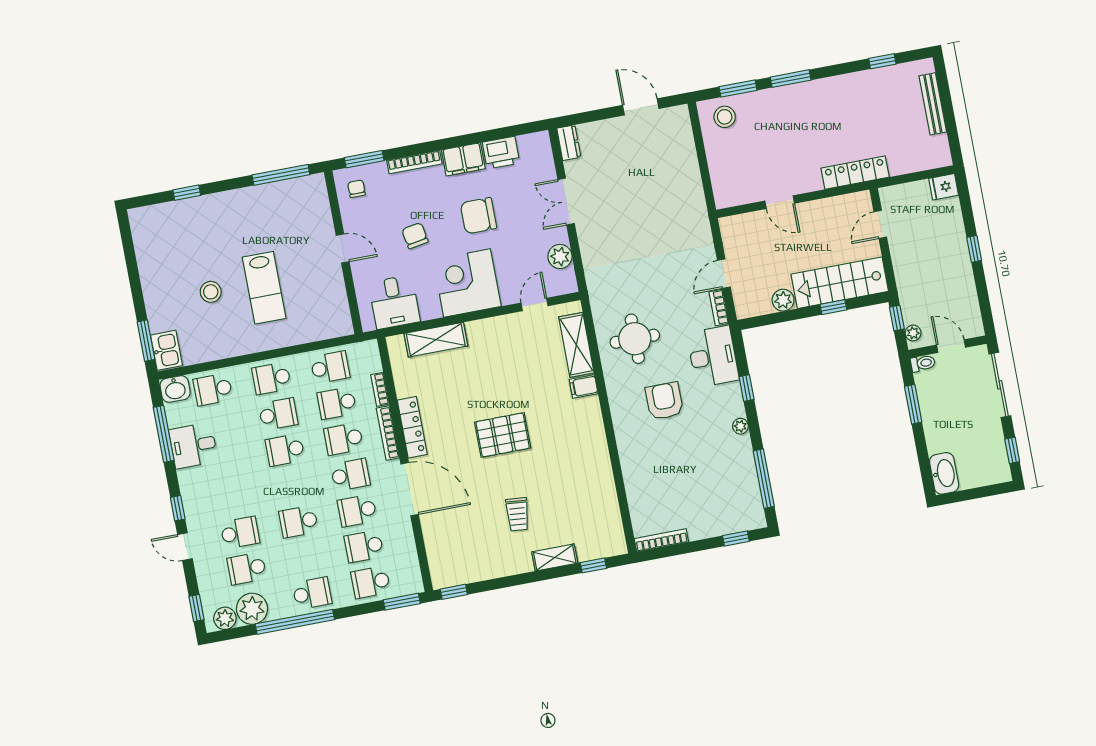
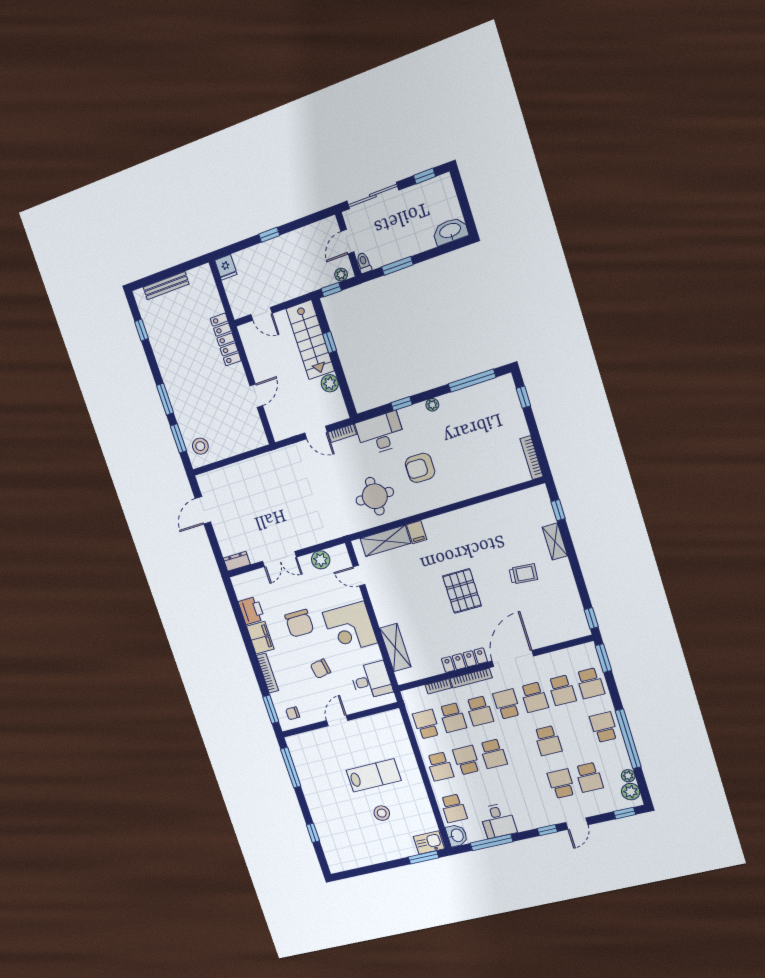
plant: (252, 609) -> (628, 776), width x0.53, depth x0.53

